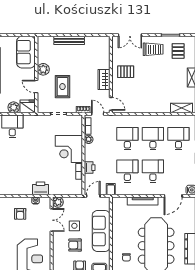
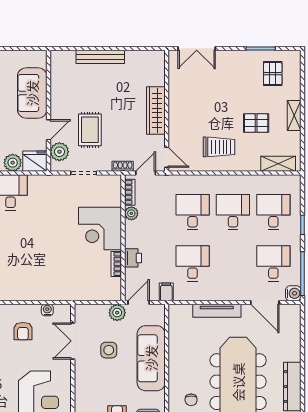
trolley: (153, 49) -> (219, 147), moved
sofa: (26, 52) -> (32, 93), moved
plant: (43, 69) -> (59, 152), moved
pallet: (126, 72) -> (256, 123), moved
wardrobe: (104, 79) -> (156, 111), width x1.50
door: (36, 87) -> (48, 130), swing flipped
door: (98, 114) -> (146, 173), hinge flipped
desk: (153, 171) -> (273, 264), moved
printer: (41, 188) -> (55, 291), removed
door: (173, 196) -> (265, 303), hinge flipped
plant: (58, 202) -> (117, 313), moved
double door: (52, 220) -> (73, 341), swing flipped
armchair: (75, 245) -> (110, 381), removed

